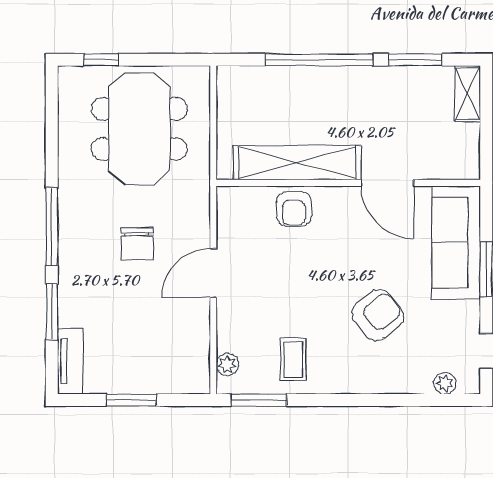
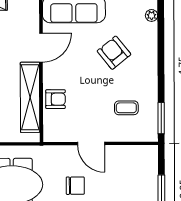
coffee table: (293, 359) -> (126, 108), moved
plant: (227, 364) -> (141, 136), removed

